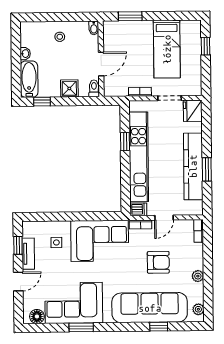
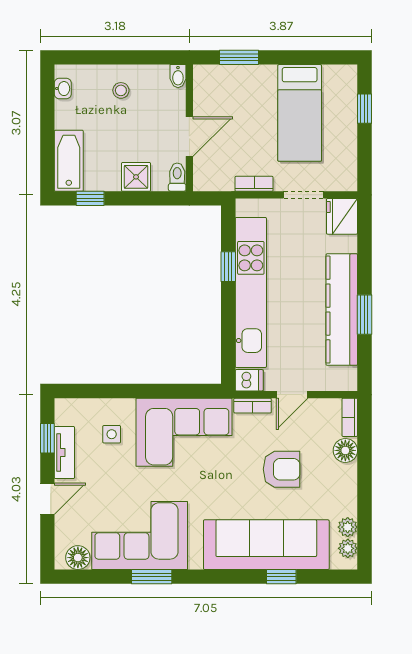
washbasin: (25, 54) -> (63, 89), moved
floor lamp: (196, 251) -> (345, 450), added
plant: (198, 276) -> (348, 527), moved

